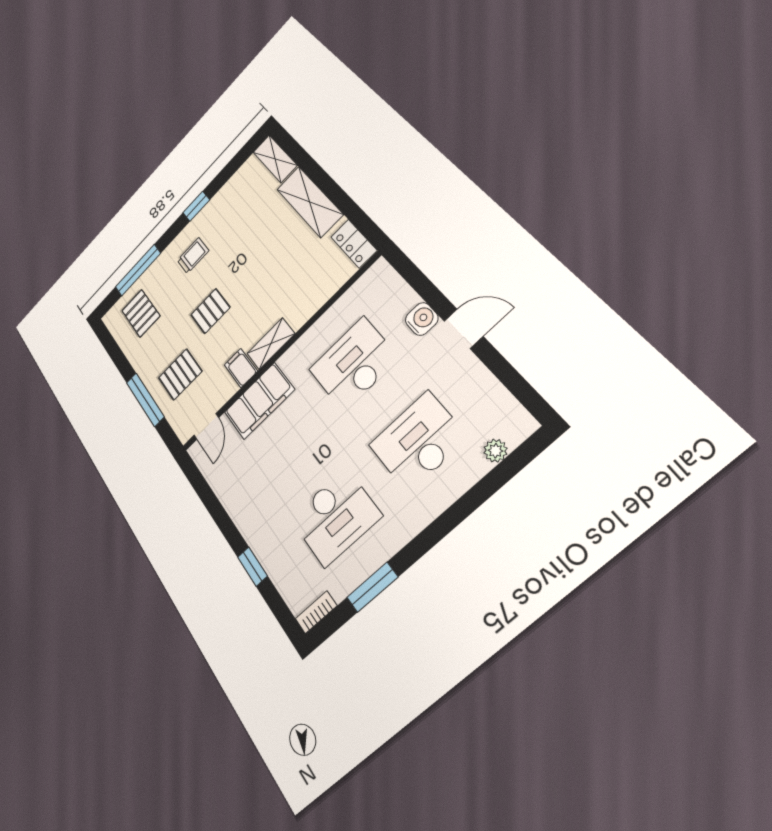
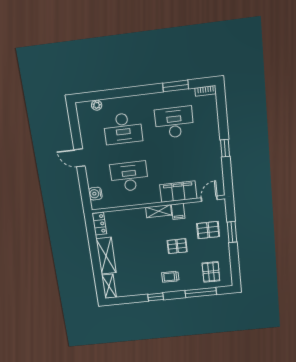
water cooler: (422, 319) -> (95, 194), moved
desk: (354, 364) -> (129, 177), turned 180
window: (145, 400) -> (232, 232), width x0.69
window: (252, 567) -> (225, 148), moved

